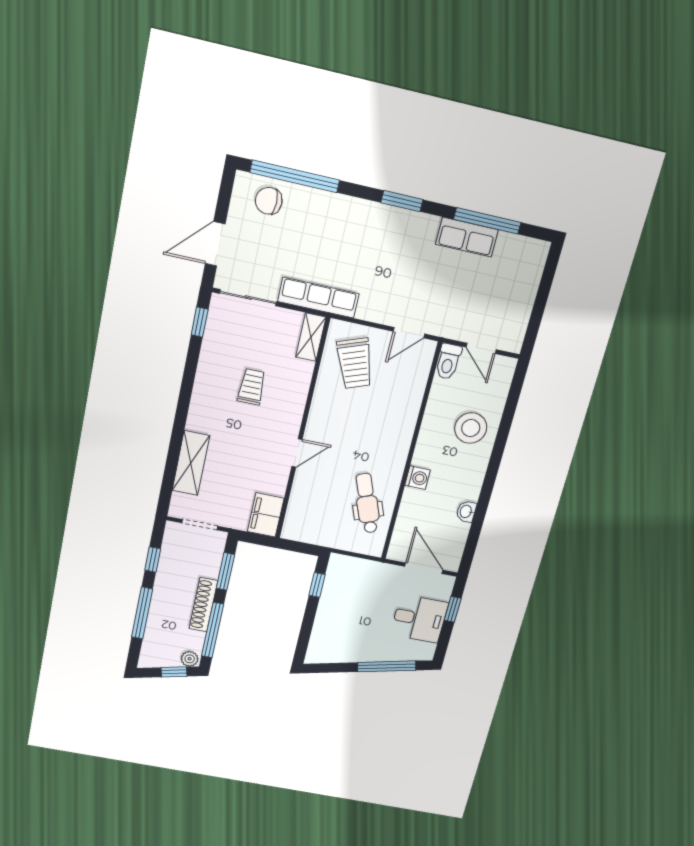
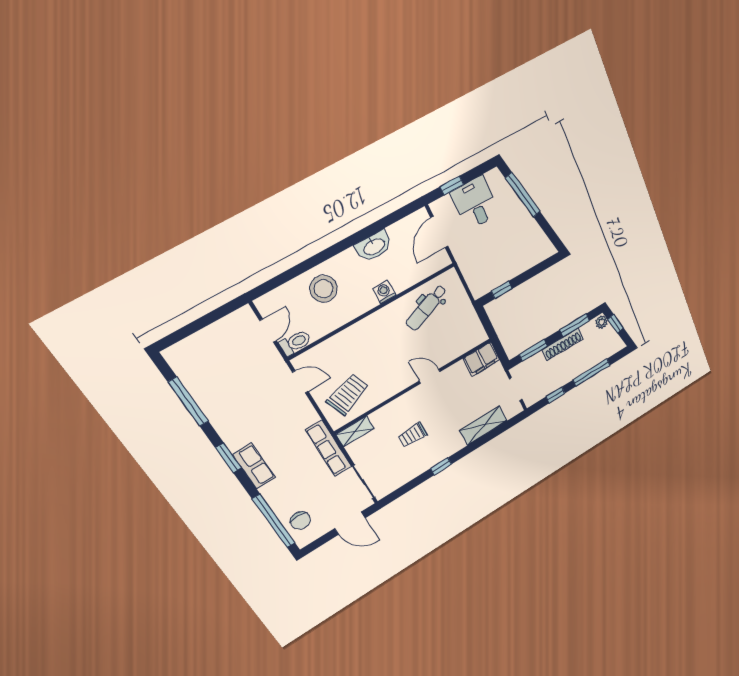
row of seats: (467, 237) -> (254, 466), moved
window: (200, 322) -> (441, 466), moved
washbasin: (466, 512) -> (374, 246), width x1.91, depth x1.45
window: (213, 630) -> (575, 325), width x0.69

